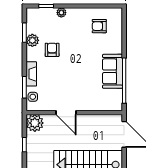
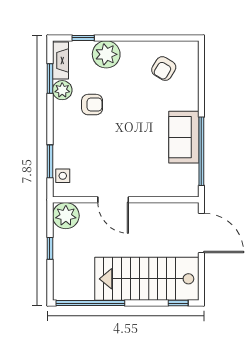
plant: (61, 13) -> (106, 54), width x1.88, depth x1.88
armchair: (99, 26) -> (164, 69), turned -59
armchair: (52, 50) -> (92, 105), turned 90
fireplace: (31, 74) -> (60, 60), moved

